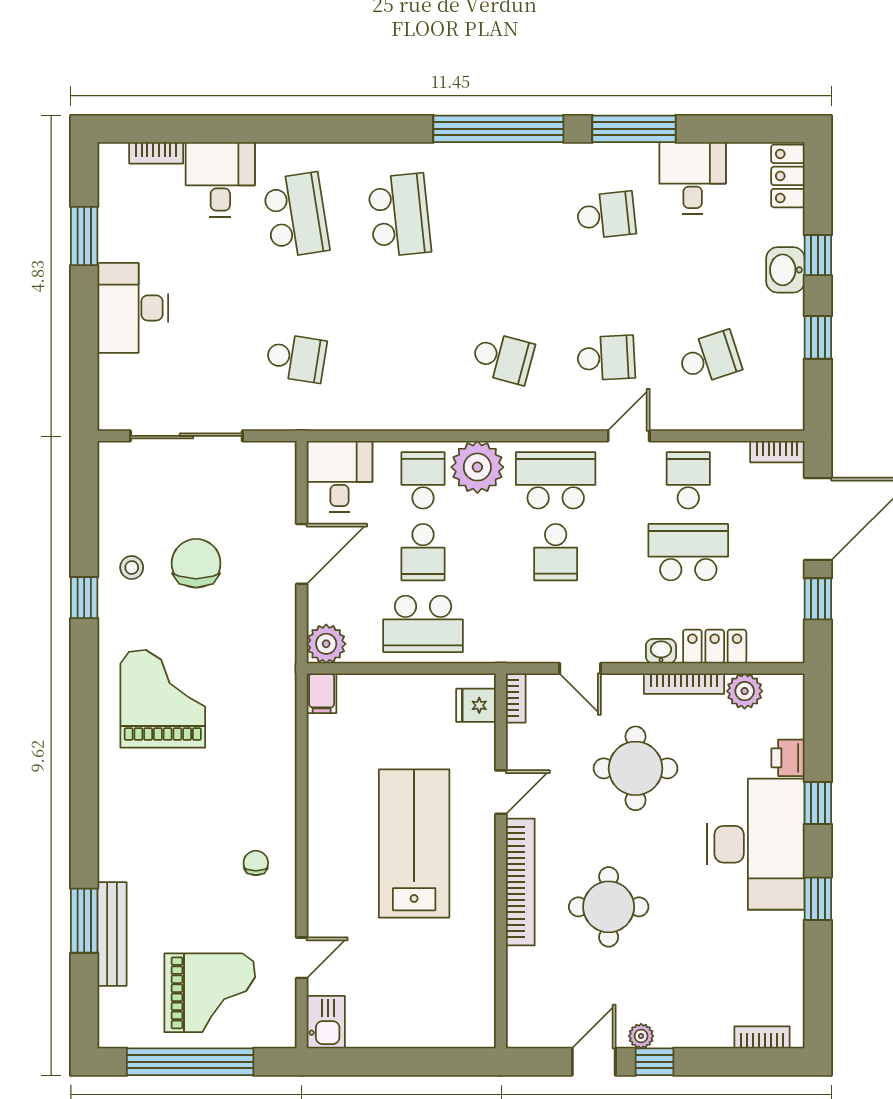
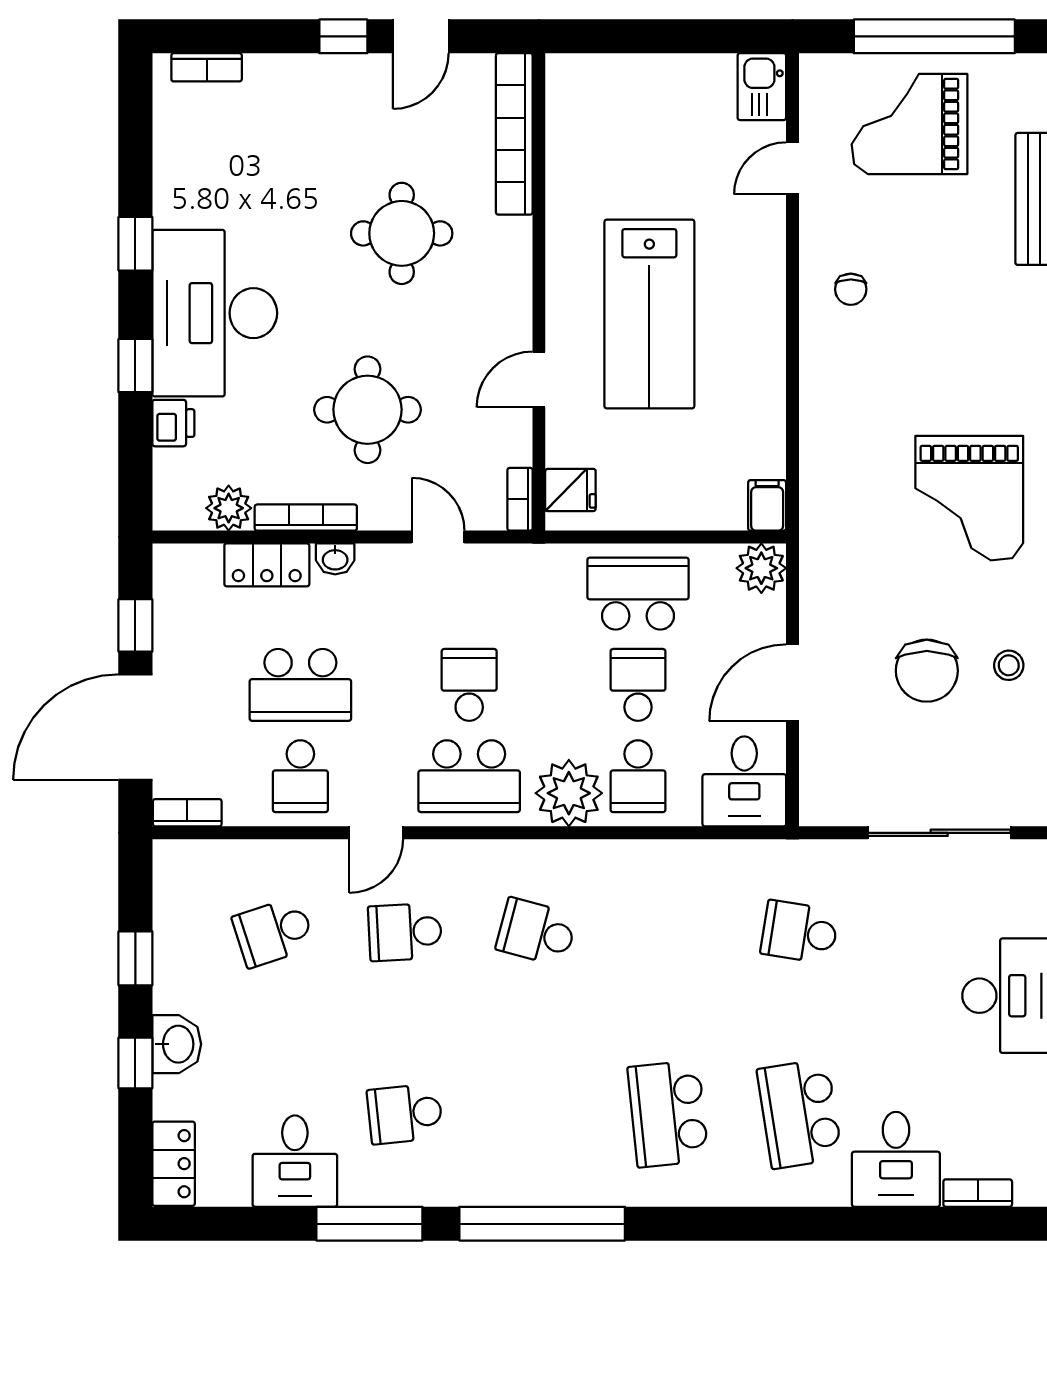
bookcase: (520, 882) -> (514, 134), moved
plant: (641, 1036) -> (360, 69), removed

